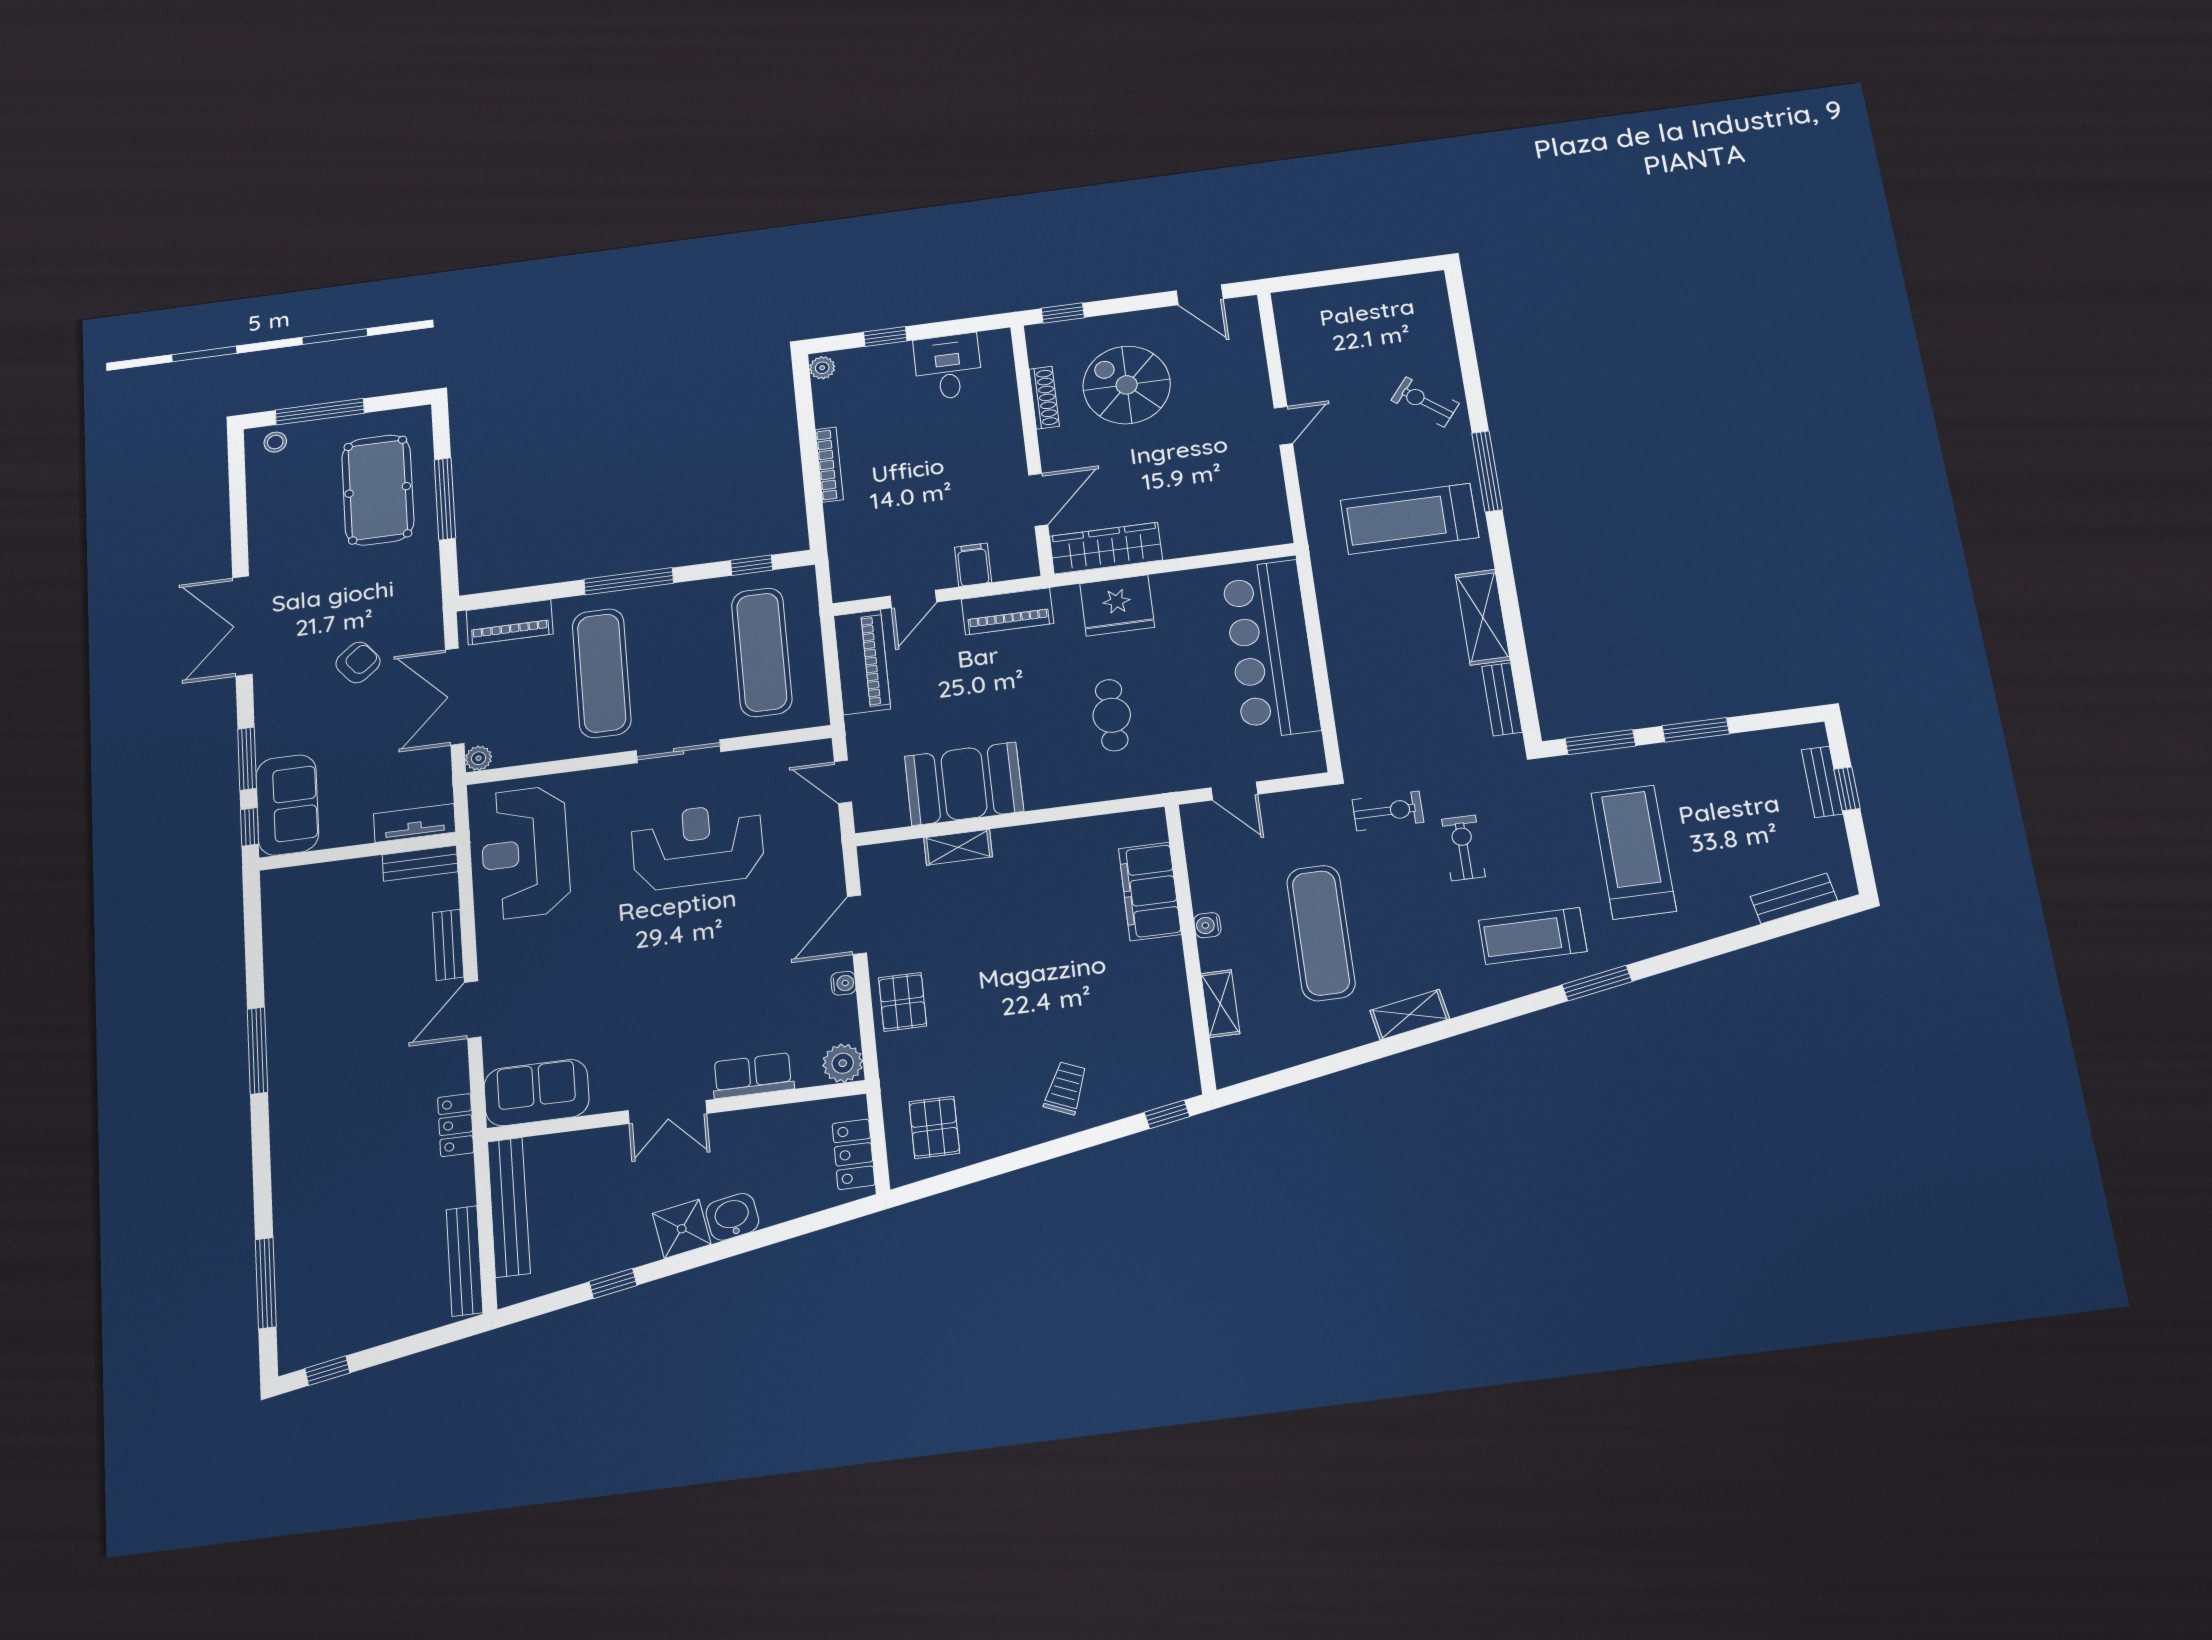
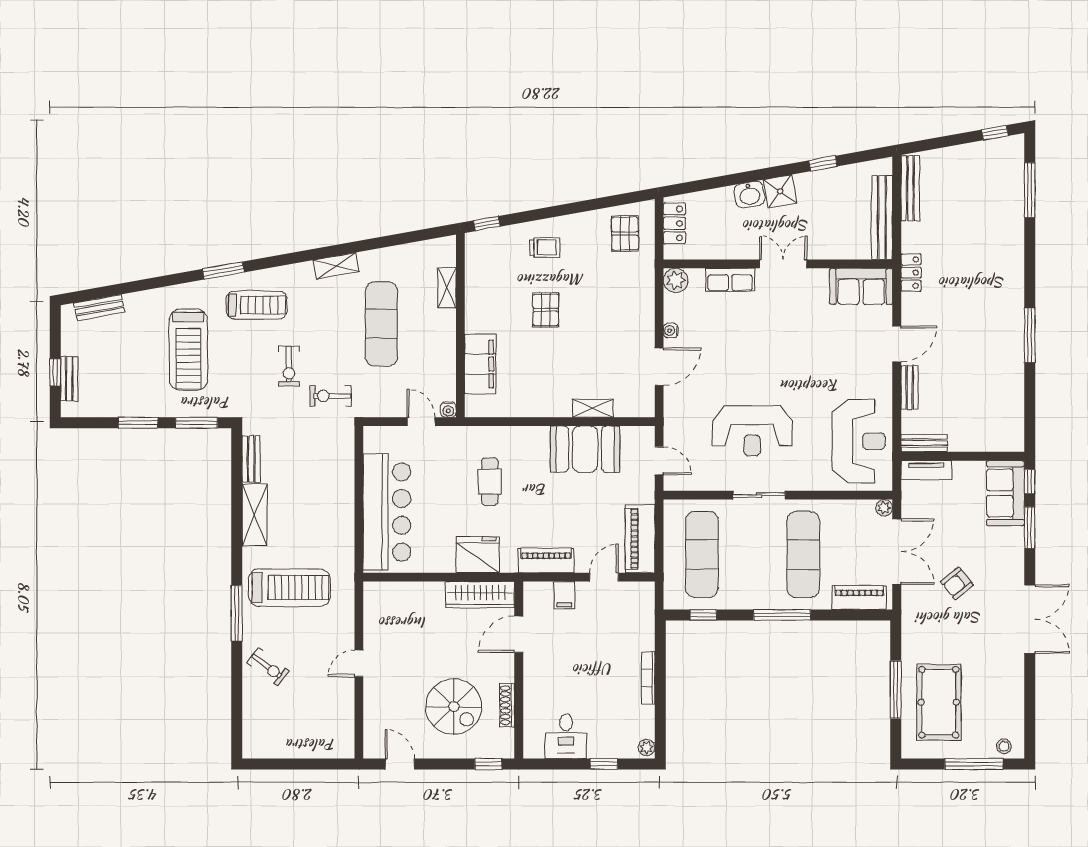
water cooler: (1207, 925) -> (448, 410), moved, turned 90
pallet: (903, 1002) -> (546, 310), moved
trolley: (1066, 1088) -> (545, 247), turned -113

